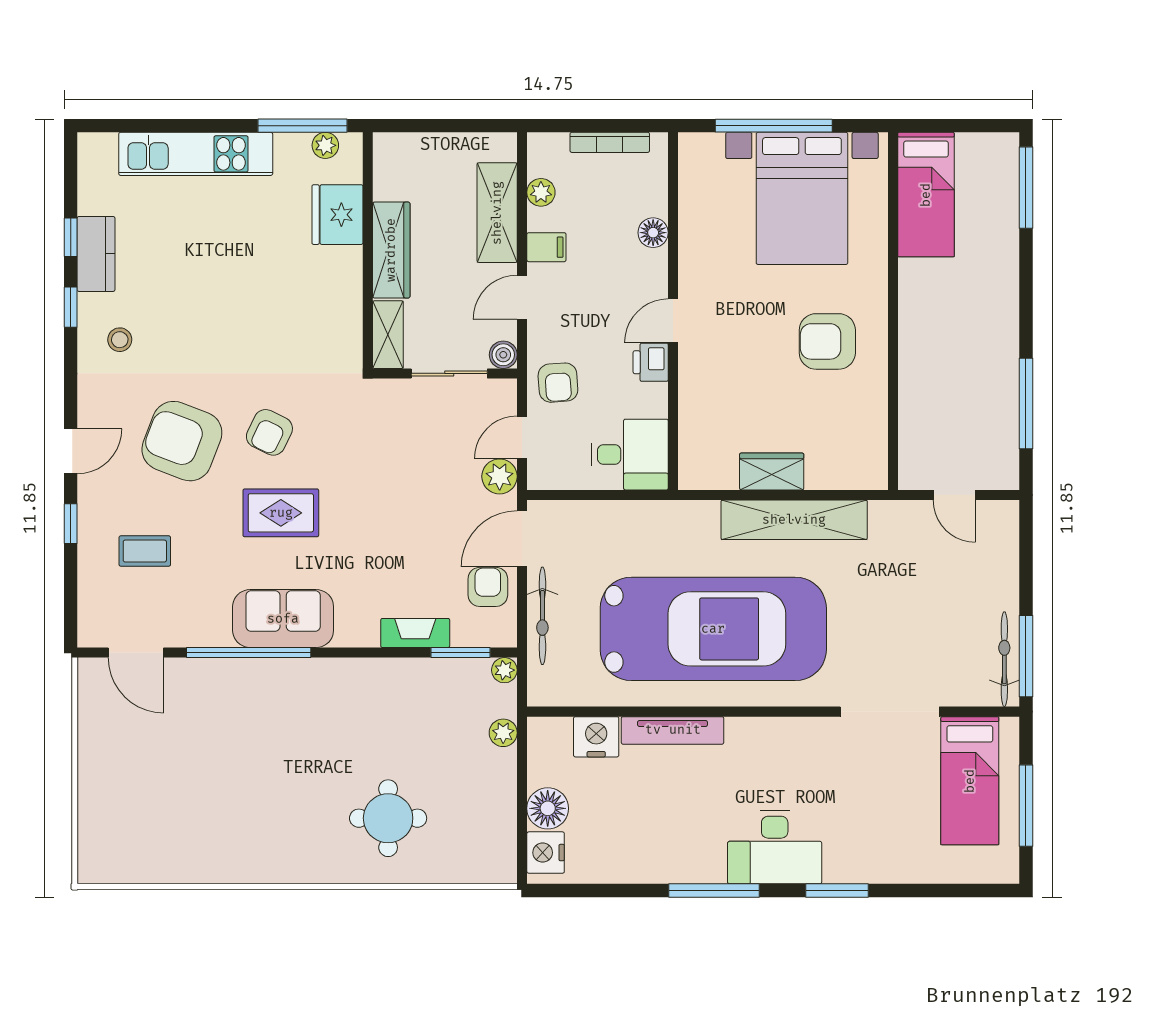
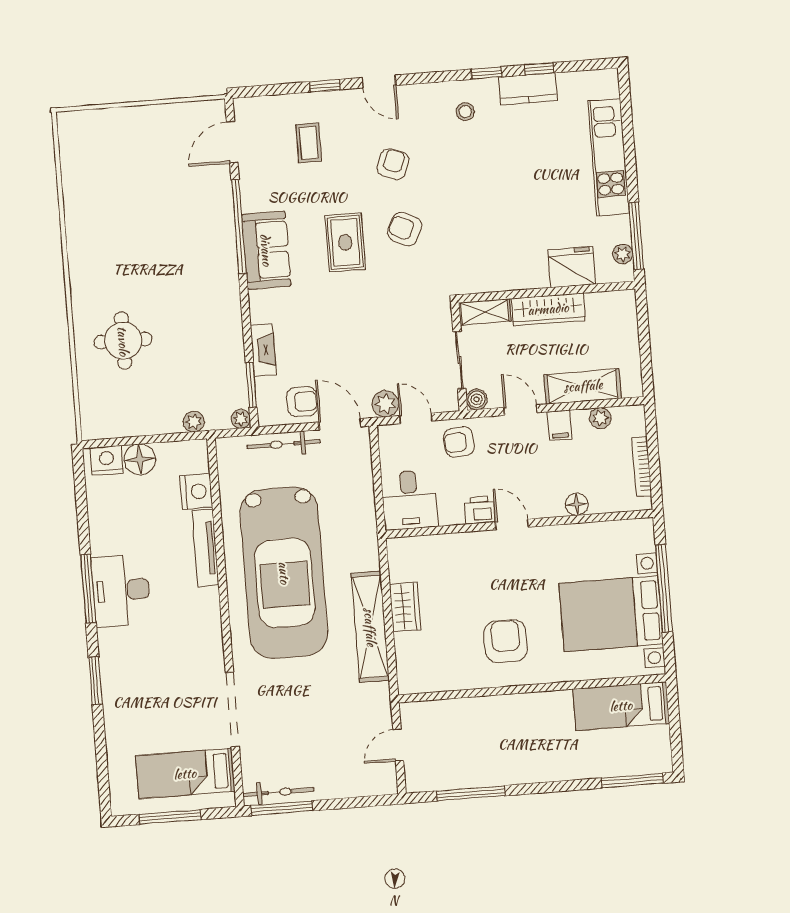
armchair: (182, 441) -> (393, 164), width x0.53, depth x0.53
desk: (775, 847) -> (121, 590), moved

